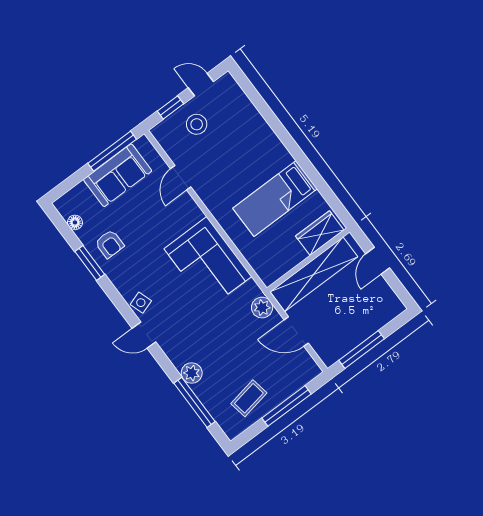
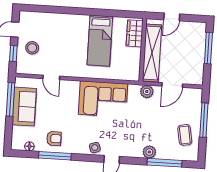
door: (378, 261) -> (172, 17), hinge flipped
window: (90, 263) -> (55, 156), width x1.44
window: (362, 350) -> (208, 48), moved

